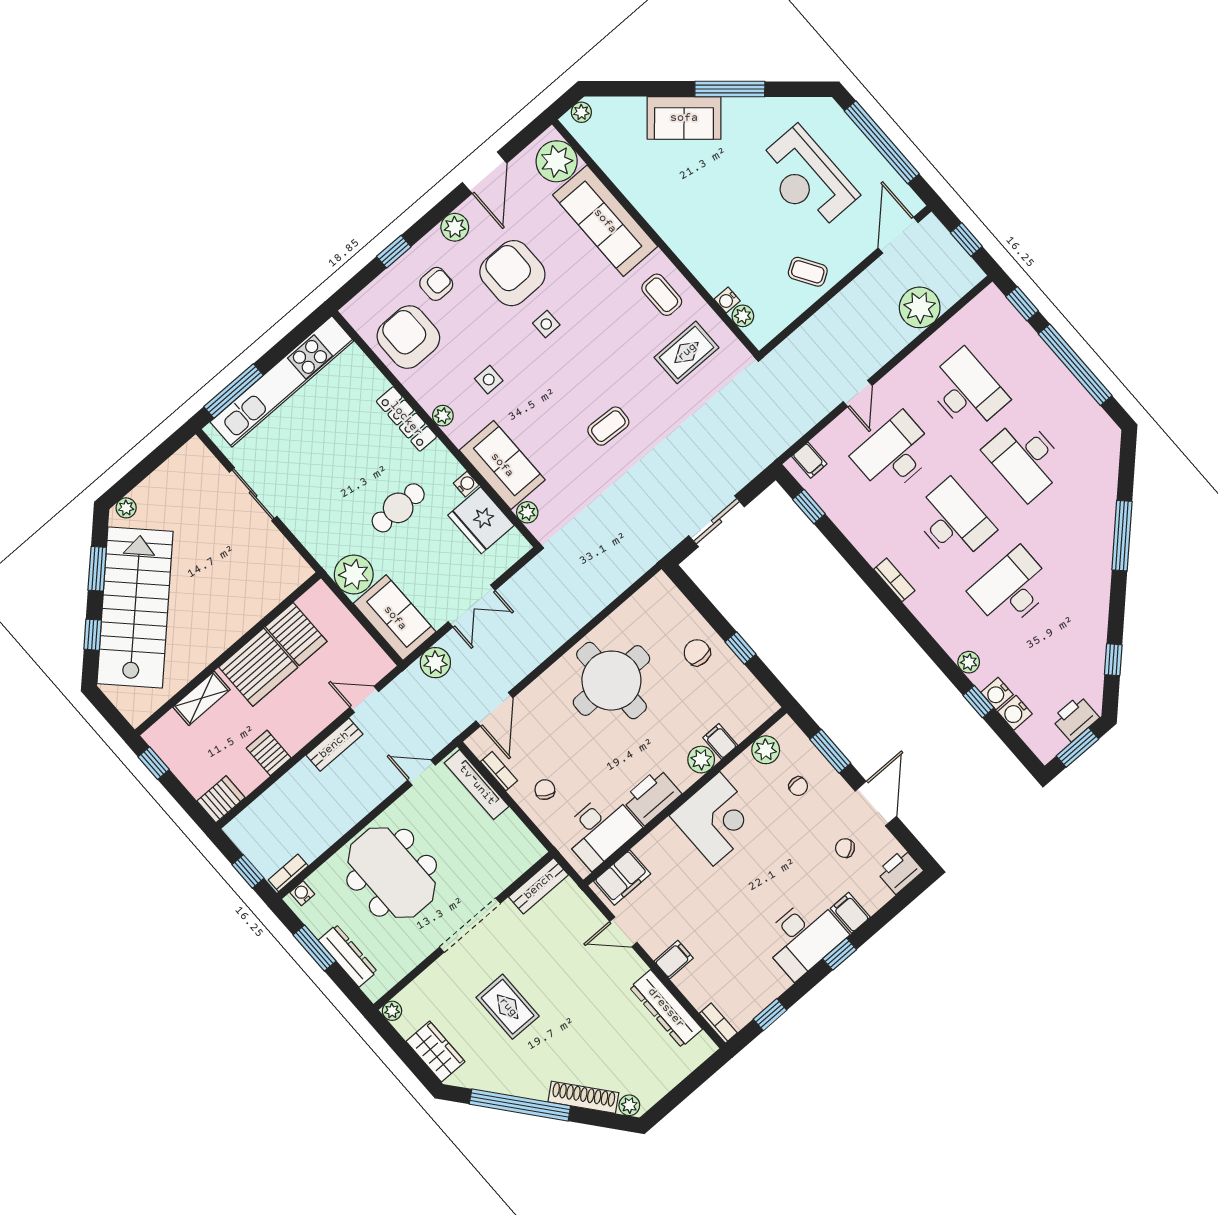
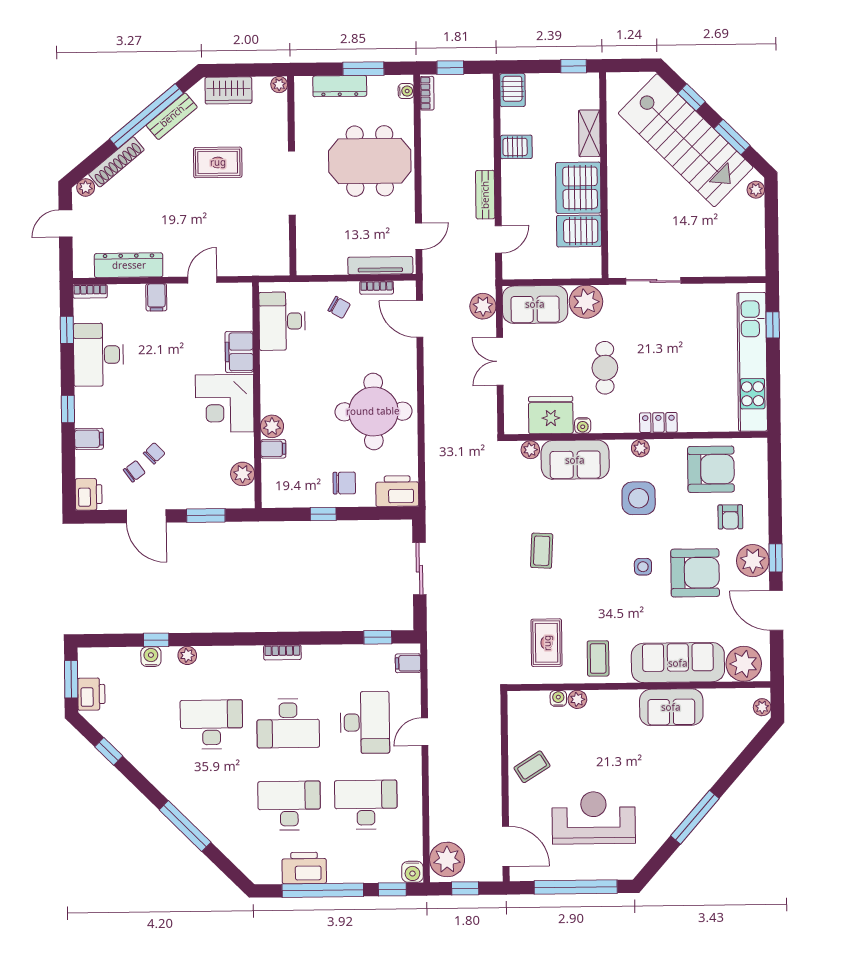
sofa: (684, 118) -> (671, 707), moved, turned -131
plant: (455, 227) -> (753, 561), width x1.36, depth x1.36
window: (394, 252) -> (776, 558), moved
coffee table: (662, 295) -> (598, 658), turned 90
plant: (920, 307) -> (447, 859), moved
plant: (743, 316) -> (577, 699), moved
side table: (489, 380) -> (639, 498), width x1.87, depth x1.87
window: (234, 391) -> (773, 325), width x0.46
desk: (967, 391) -> (366, 805), turned 180
door: (858, 394) -> (425, 732), hinge flipped
printer: (1069, 398) -> (304, 868), added
locker: (406, 419) -> (658, 422), width x0.66
sliding door: (253, 494) -> (653, 281), moved
desk: (1012, 589) -> (211, 724), turned -90
water cooler: (1015, 713) -> (412, 872), moved, turned 180
chair: (798, 786) -> (154, 453), moved, turned 136
printer: (652, 797) -> (397, 491), moved, turned -90
filing cabinet: (622, 878) -> (239, 352), moved
bench: (539, 886) -> (172, 116), moved, turned 51
desk: (803, 937) -> (99, 355), moved
door: (677, 1096) -> (66, 224), added

